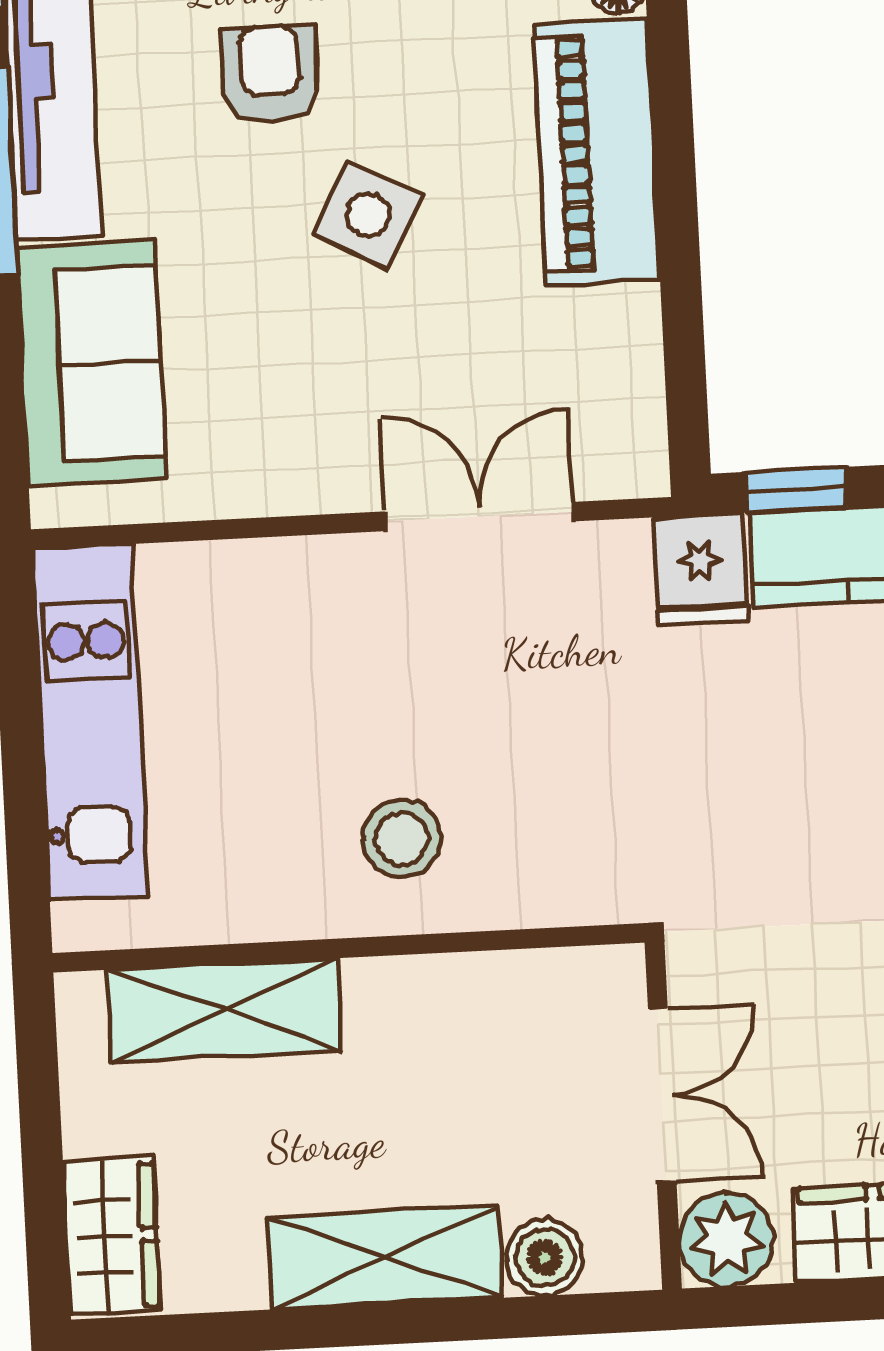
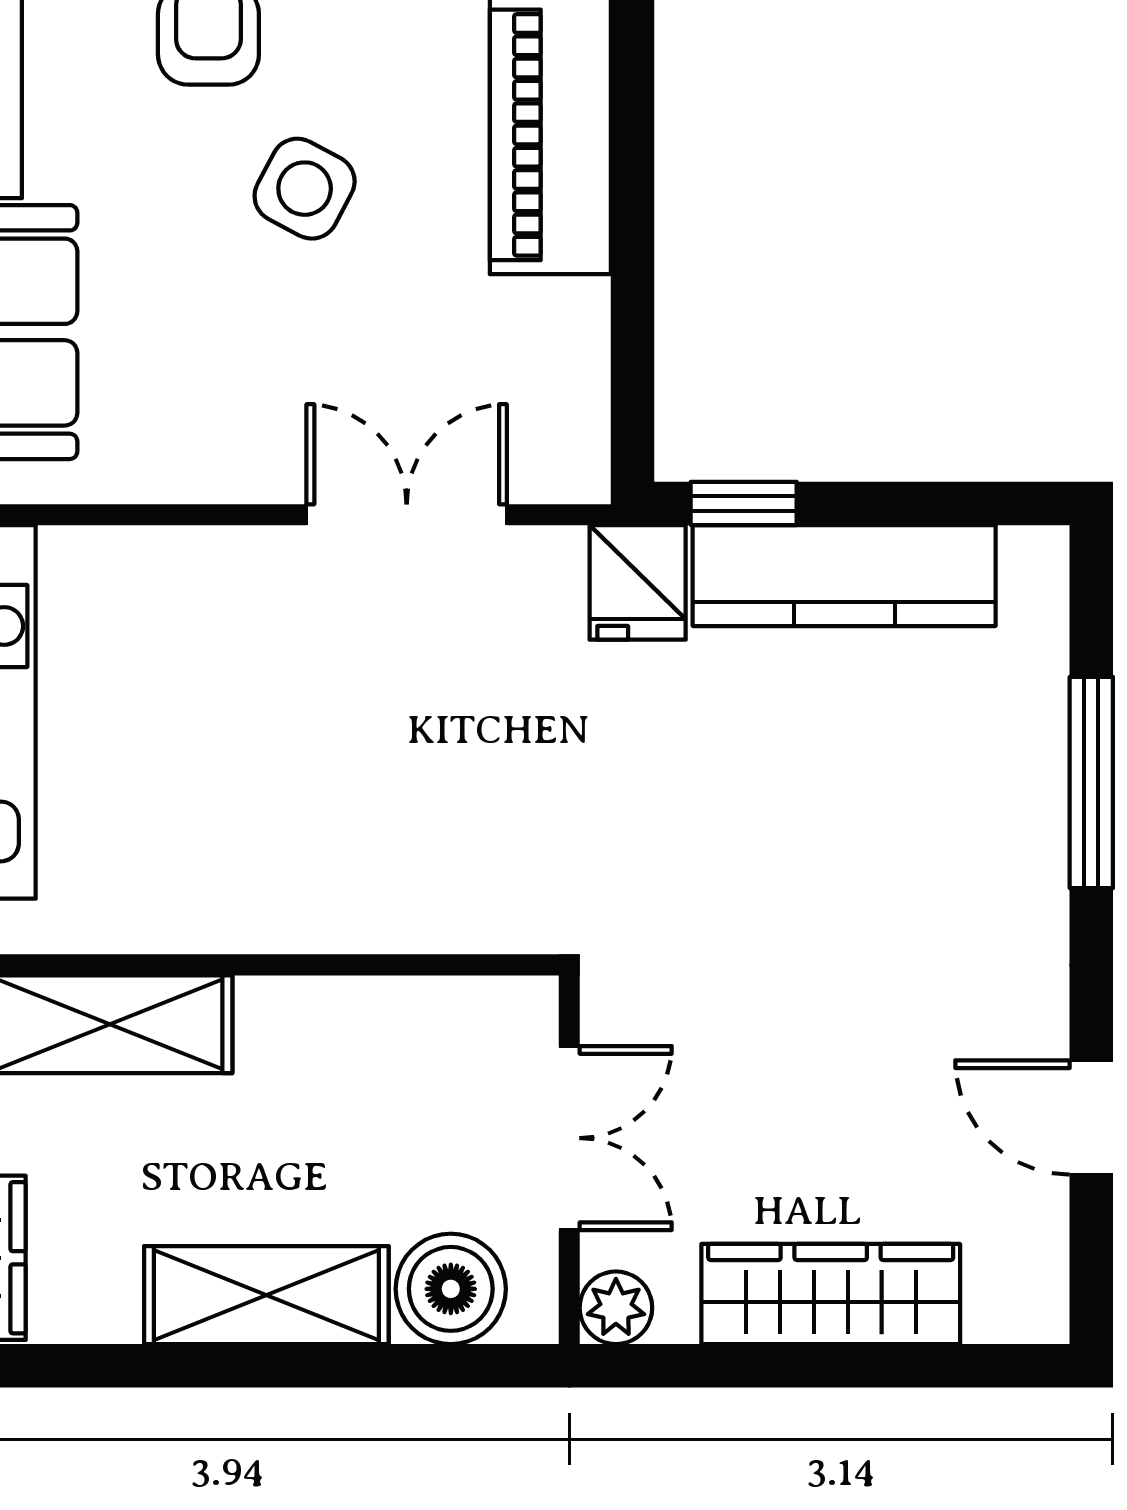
stool: (402, 838) -> (307, 852), removed
plant: (726, 1239) -> (616, 1308), width x0.73, depth x0.73
boiler: (545, 1257) -> (451, 1289), width x1.36, depth x1.36

